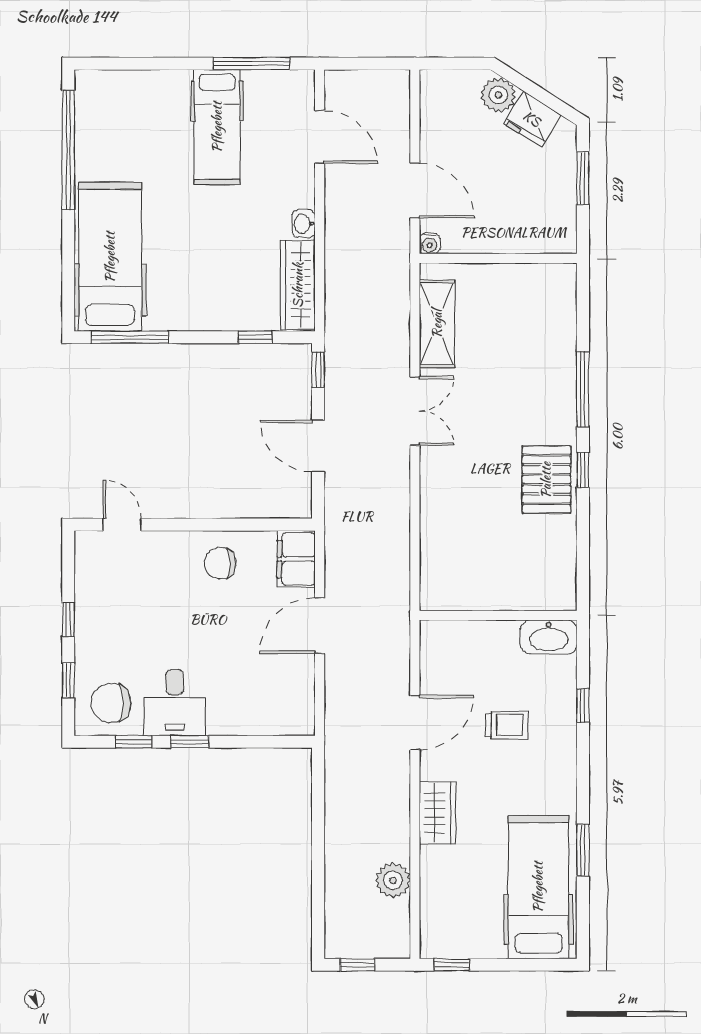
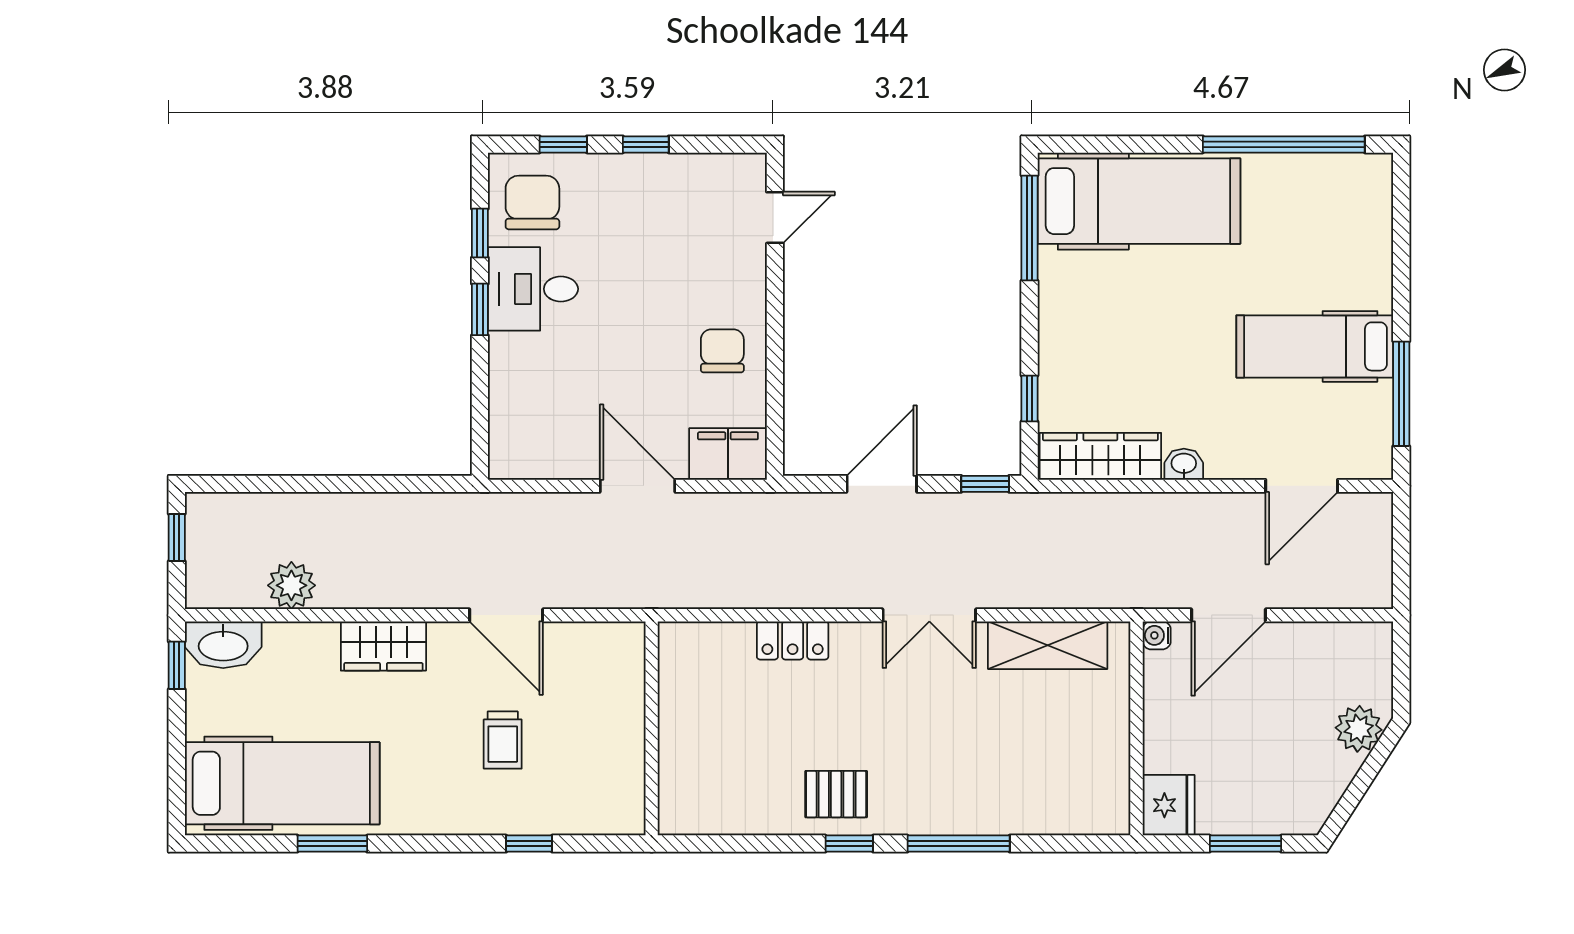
fridge: (532, 119) -> (1169, 805), moved, turned 147
pallet: (546, 480) -> (836, 794), width x0.67, depth x0.71
locker: (433, 512) -> (793, 640), added
washbasin: (549, 637) -> (223, 645), moved, turned -90

